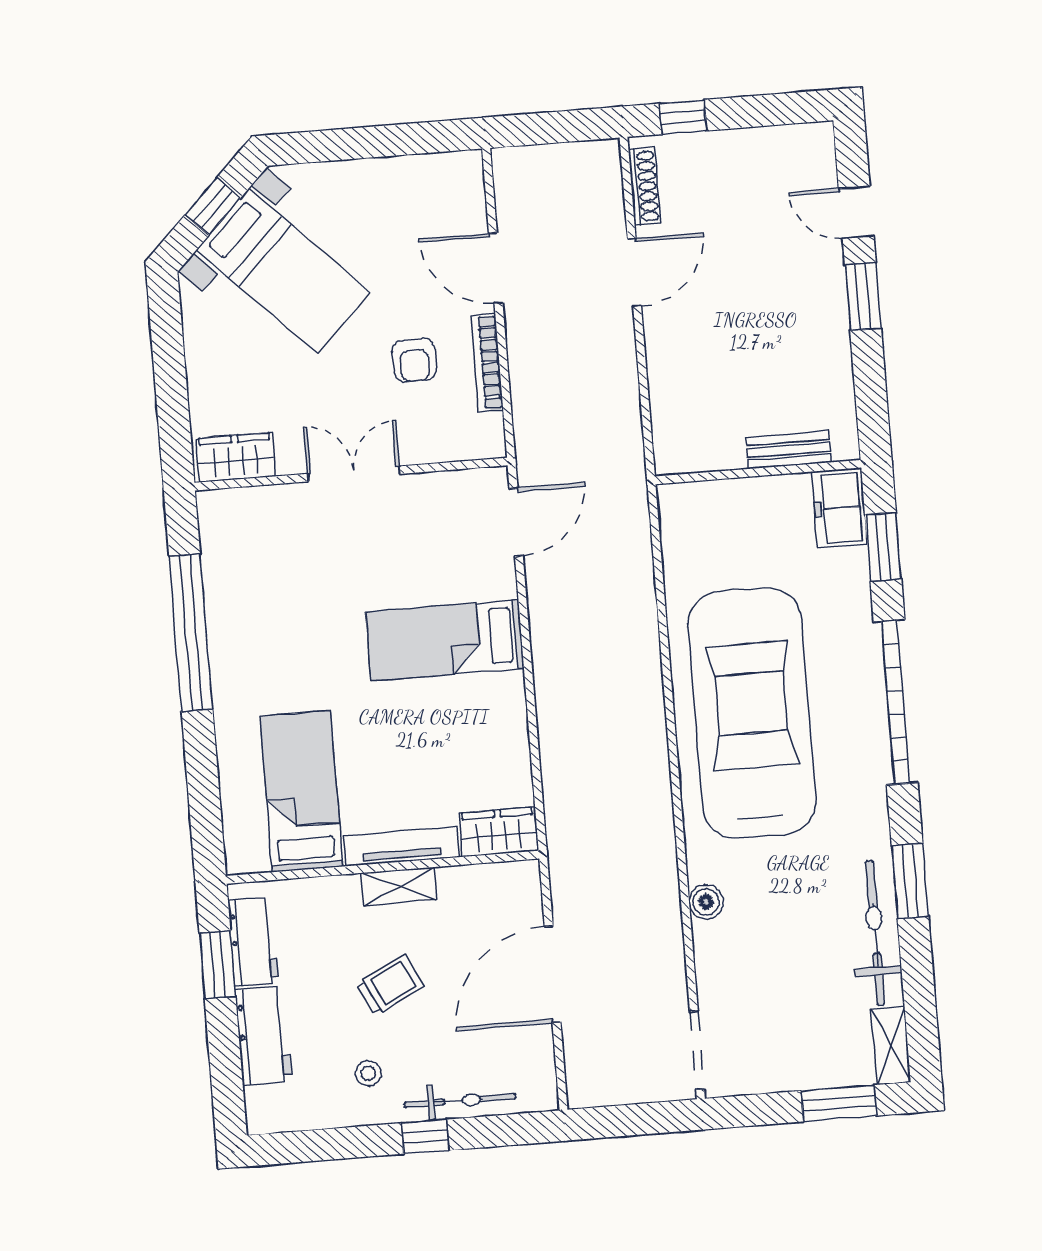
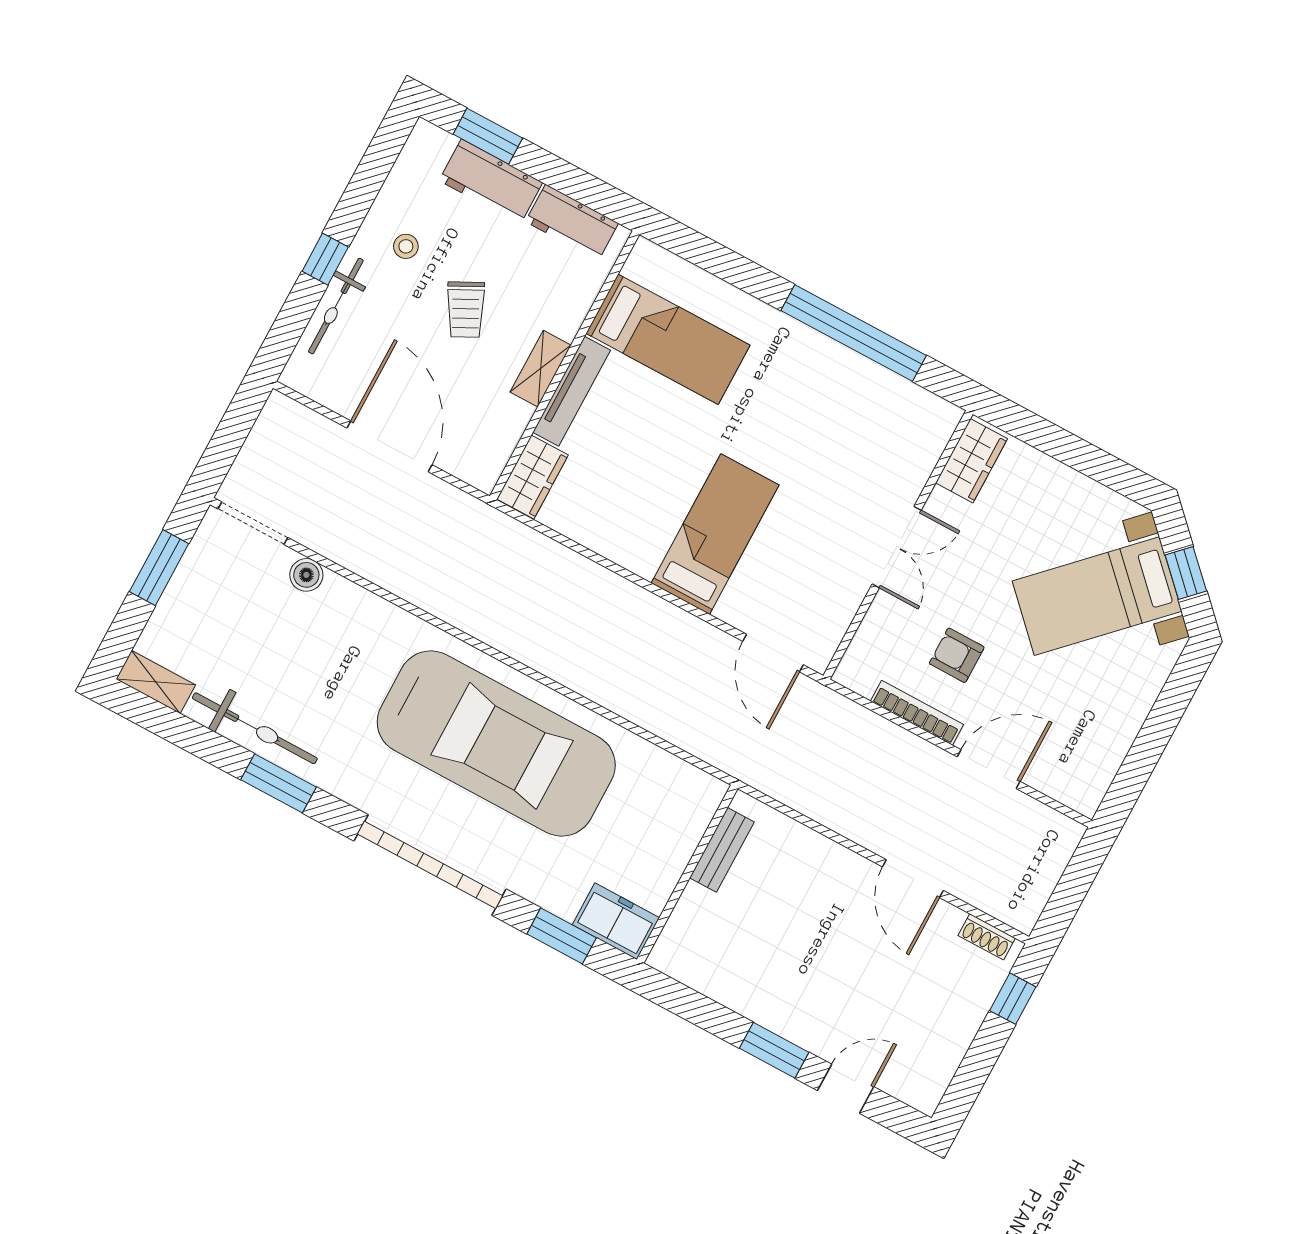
shoe rack: (644, 186) -> (987, 937), width x0.70
bench: (789, 450) -> (722, 850), moved
boiler: (706, 902) -> (306, 575), moved
window: (218, 965) -> (488, 136), moved
window: (839, 1103) -> (159, 568), moved

